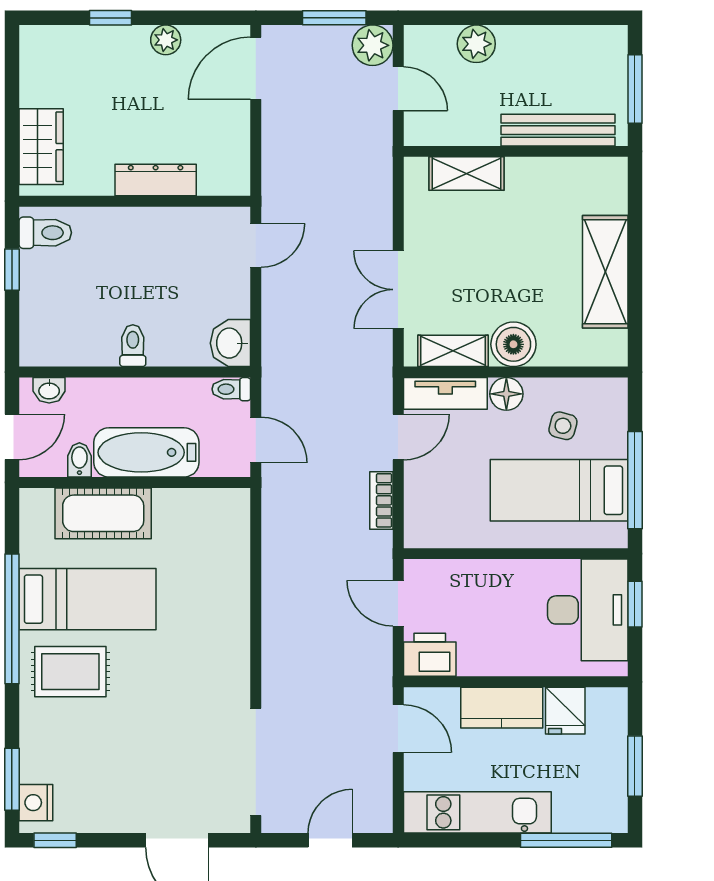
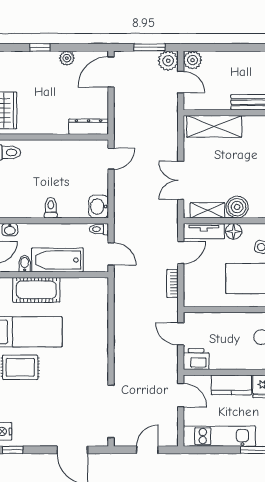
plant: (476, 44) -> (192, 60), moved
shelving: (467, 174) -> (214, 126), width x1.50, depth x1.33
dresser: (156, 180) -> (89, 127), moved

